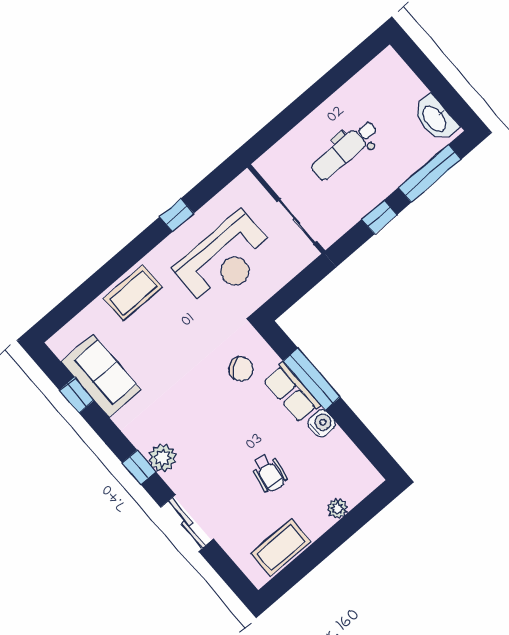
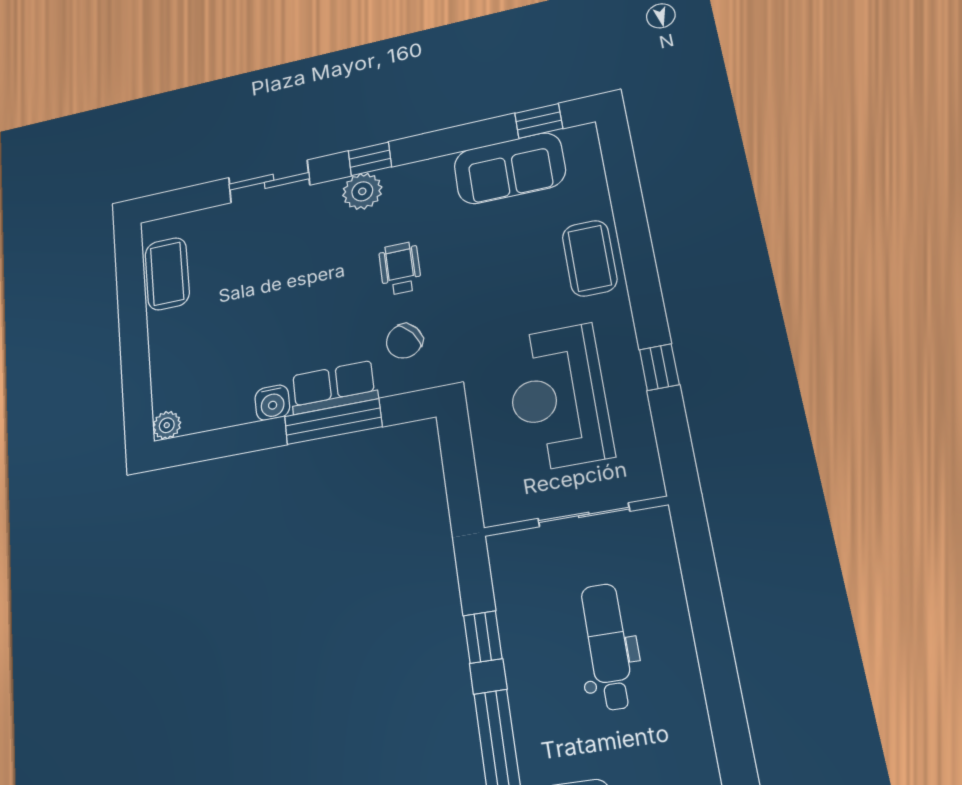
sliding door: (297, 221) -> (584, 515), moved
window: (77, 395) -> (539, 121), moved
wheelchair: (269, 473) -> (400, 268), moved, turned 80
plant: (338, 508) -> (167, 425), moved

